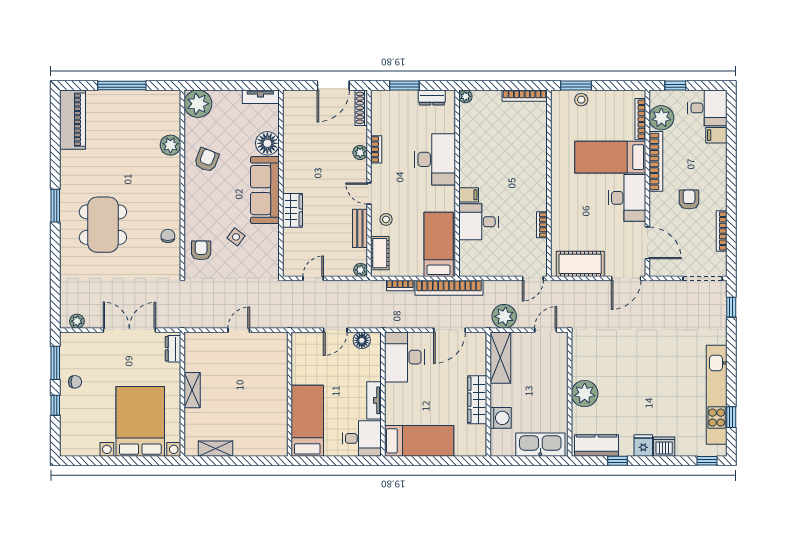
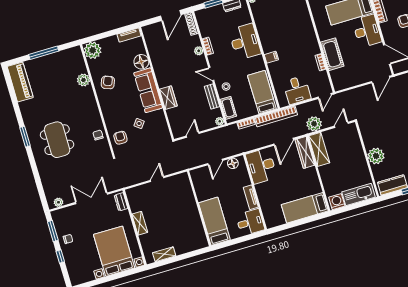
desk: (479, 222) -> (297, 90), moved, turned -90
cot: (580, 264) -> (332, 54), moved, turned 90
wardrobe: (477, 400) -> (305, 152), moved
washing machine: (501, 418) -> (337, 202), moved, turned -90
bed: (419, 441) -> (305, 208), moved, turned 180

